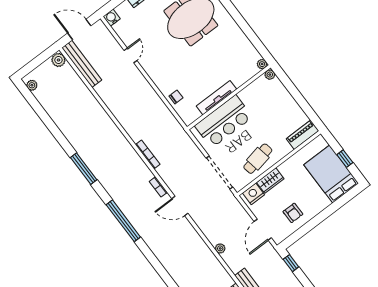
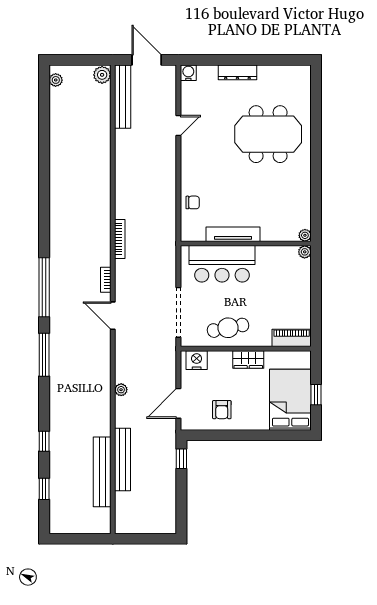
window: (84, 169) -> (44, 355), moved
wardrobe: (270, 181) -> (248, 359), moved

